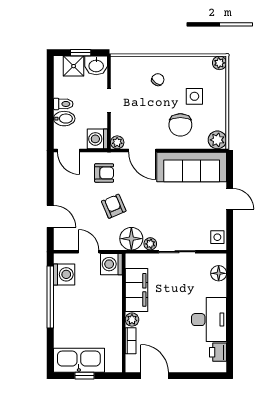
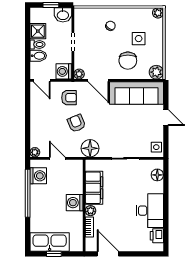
shower: (74, 66) -> (38, 31), moved
door: (50, 216) -> (28, 131), removed
plant: (150, 244) -> (35, 152), moved
washing machine: (111, 264) -> (75, 203), moved

